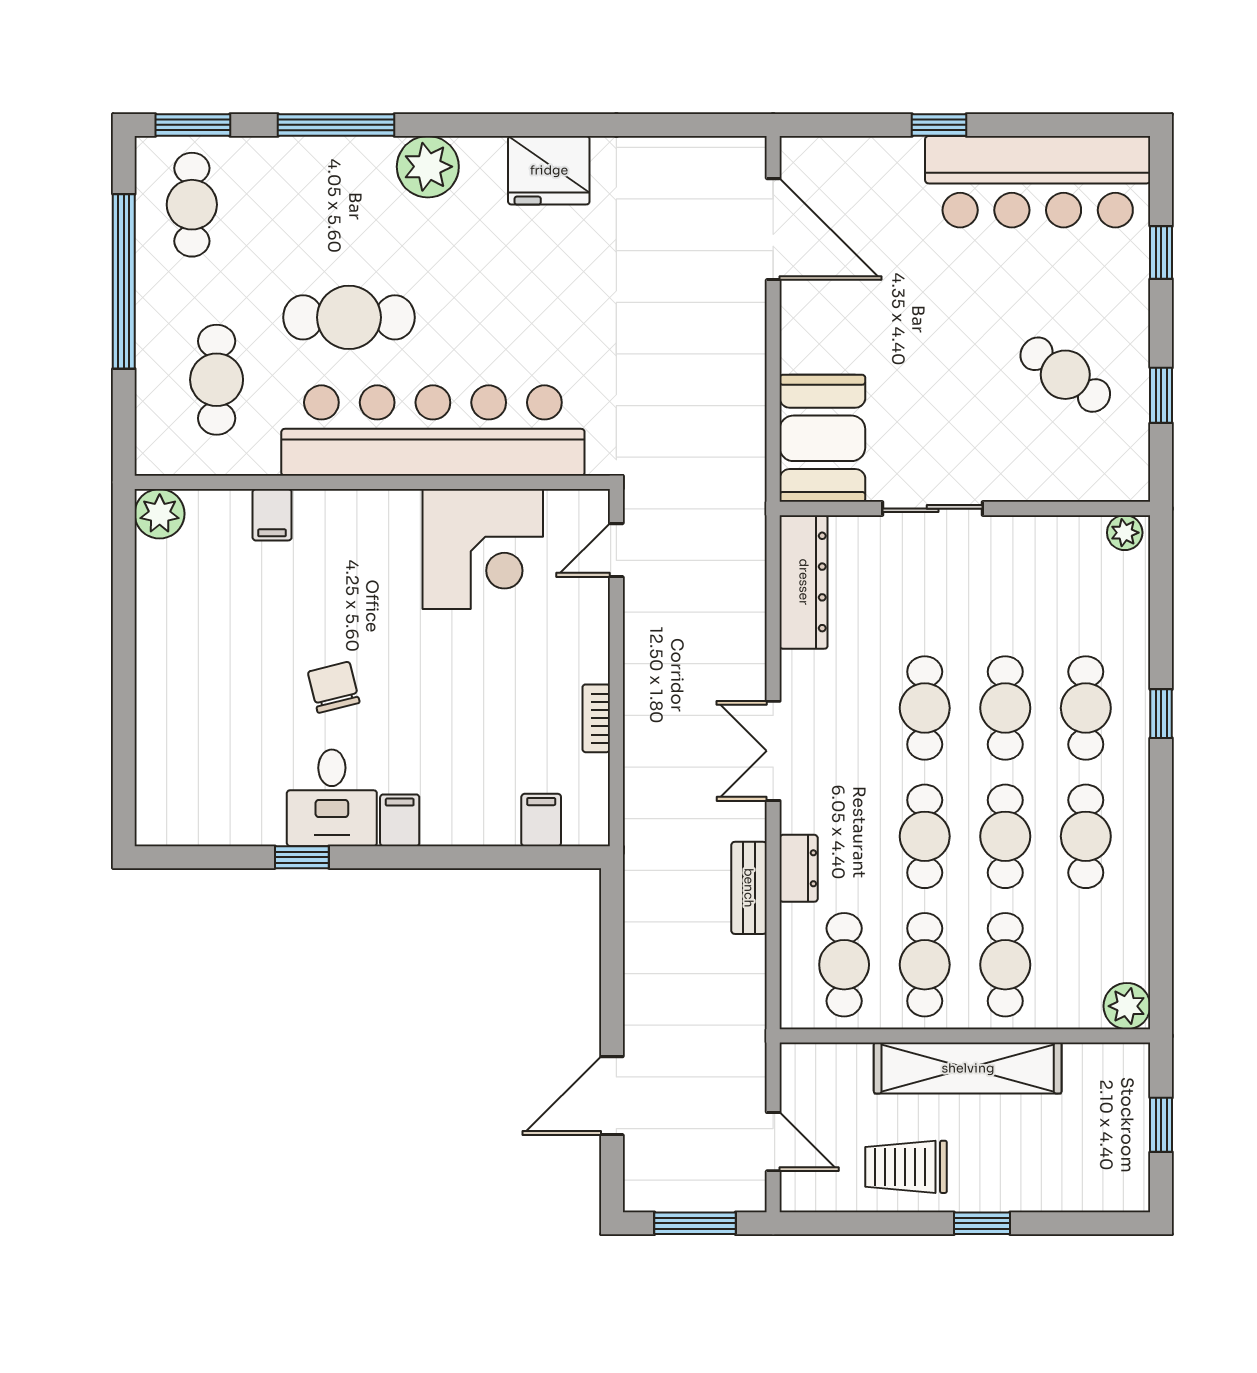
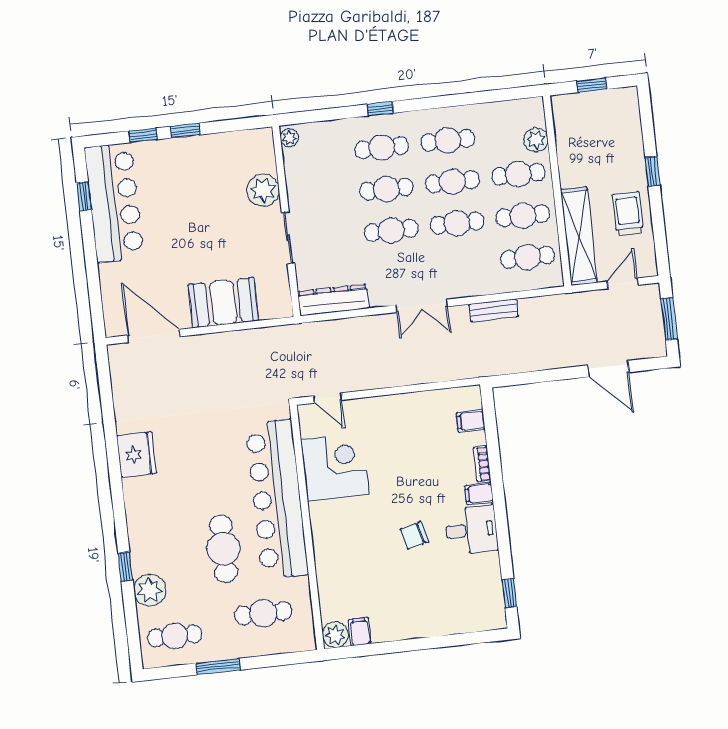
window: (193, 125) -> (134, 640), removed
window: (336, 125) -> (125, 567), width x0.46
window: (939, 125) -> (84, 196), moved
plant: (428, 167) -> (150, 590), moved
door: (773, 229) -> (154, 336), hinge flipped
window: (124, 281) -> (218, 667), width x0.47
cafe table: (1065, 375) -> (212, 177), removed
window: (1161, 395) -> (185, 131), moved
booth: (822, 438) -> (223, 302), moved
plant: (1030, 471) -> (263, 190), added
filing cabinet: (272, 515) -> (360, 632), moved, turned -90
bookcase: (596, 718) -> (482, 464), moved, turned 90
window: (302, 857) -> (509, 593), moved
dresser: (799, 868) -> (481, 286), removed
plant: (1127, 1006) -> (536, 140), moved
shelving: (968, 1068) -> (579, 236), moved
trolley: (906, 1167) -> (628, 214), turned 180

